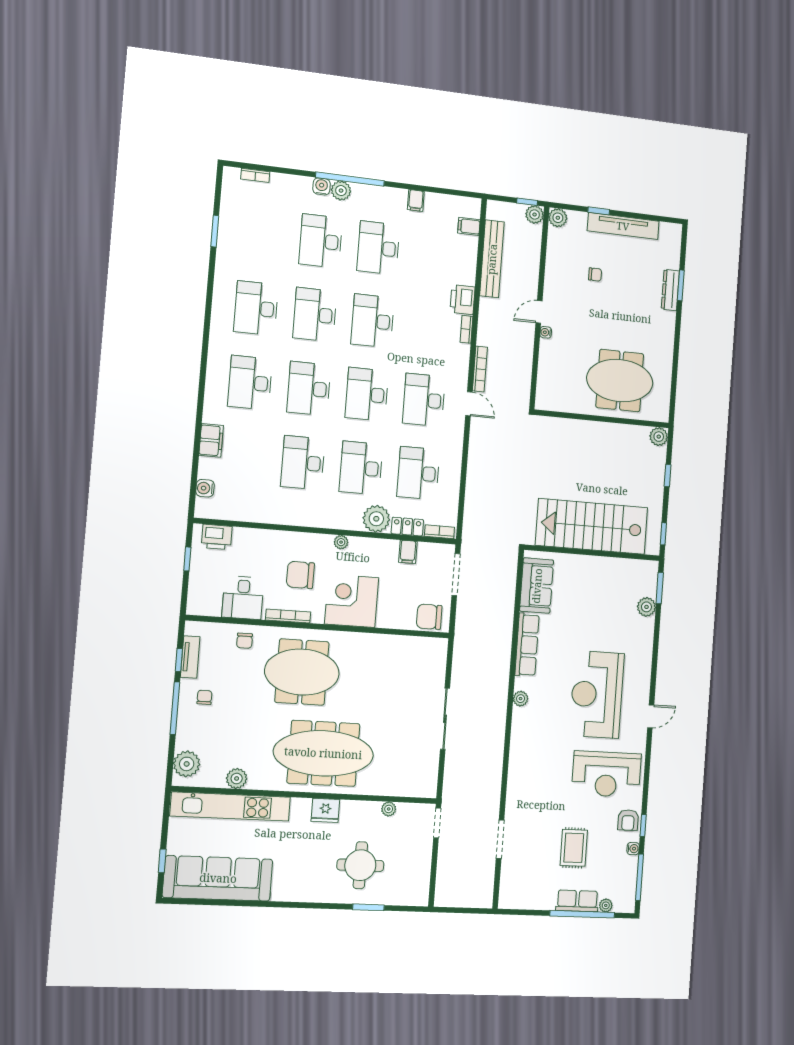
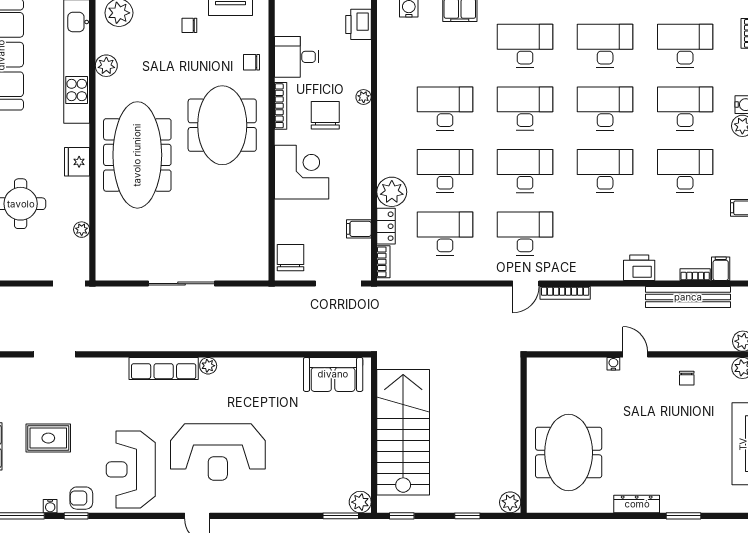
desk: (262, 234) -> (685, 46), added
chair: (595, 274) -> (687, 378), moved
dresser: (670, 290) -> (637, 504), moved
bookcase: (466, 329) -> (695, 275), moved
plant: (341, 542) -> (364, 97), moved
plant: (646, 607) -> (360, 502), moved
row of seats: (527, 645) -> (164, 369), moved
reception desk: (597, 695) -> (218, 452), turned 180
chair: (204, 697) -> (189, 25), turned 180

